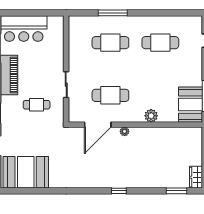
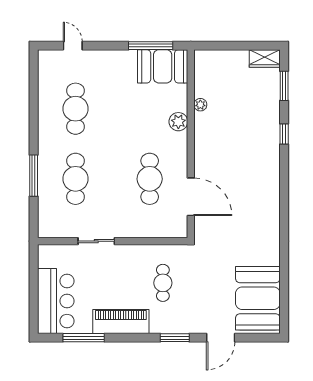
sliding door: (66, 85) -> (96, 241), moved
plant: (125, 131) -> (200, 105), moved
window: (119, 191) -> (284, 134), moved

